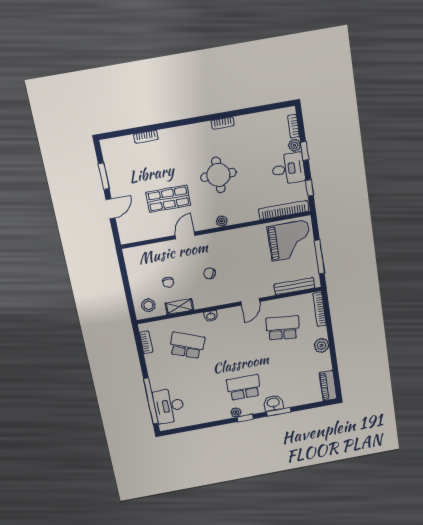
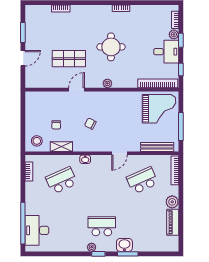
school desk: (283, 328) -> (142, 180), turned -30
school desk: (187, 345) -> (61, 180), turned -45
piano: (328, 386) -> (173, 222), moved

